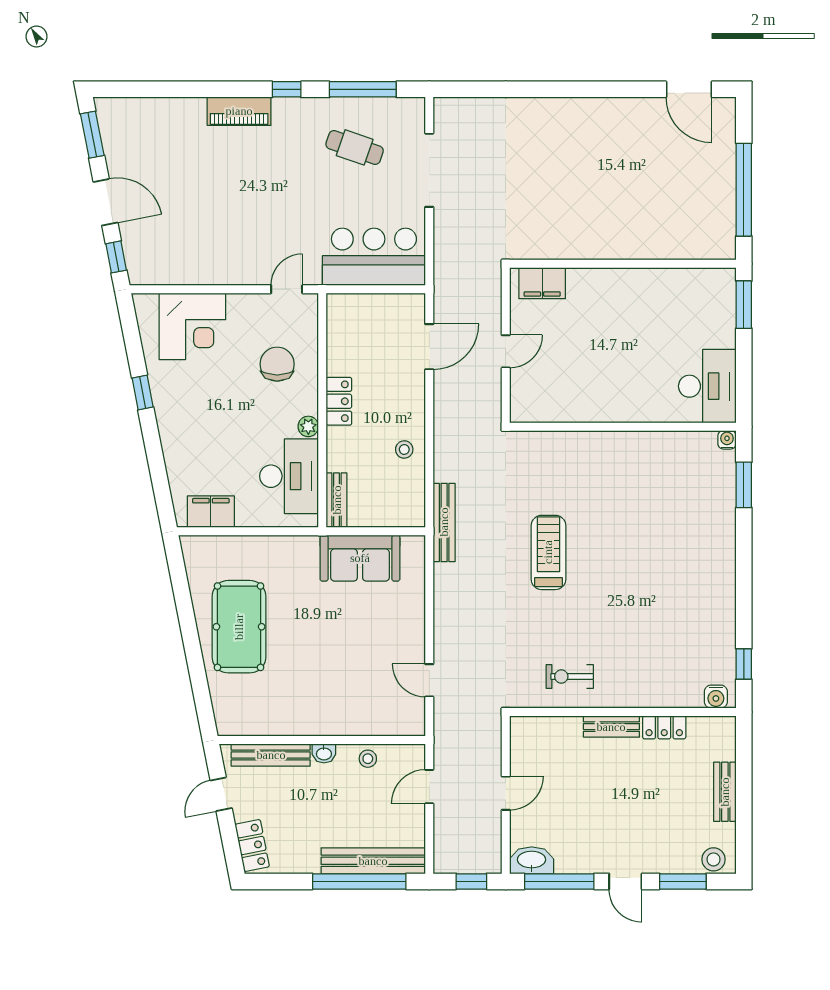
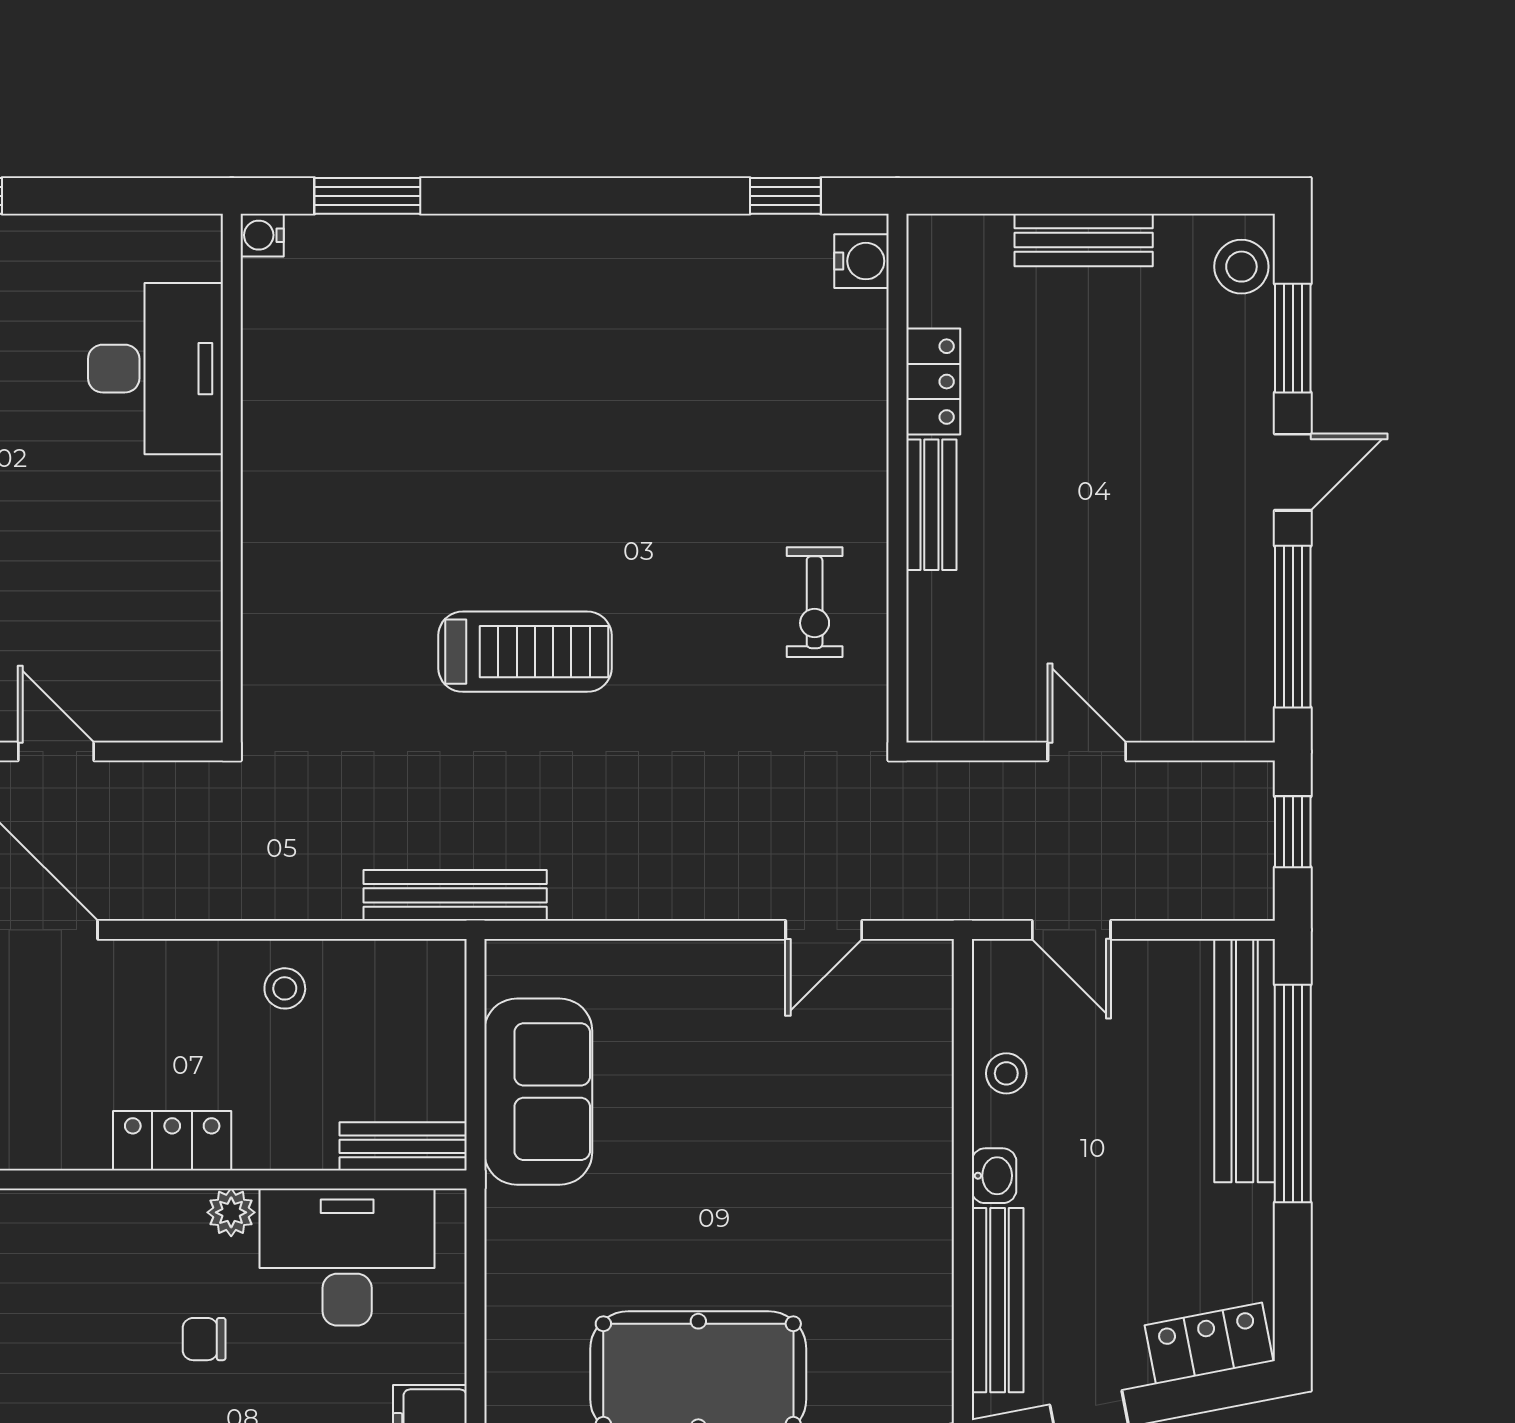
chair: (277, 364) -> (204, 1339), moved, width x0.54, depth x0.54
desk: (707, 386) -> (155, 369), moved, turned 90
treadmill: (548, 552) -> (525, 652), turned 180
washbasin: (532, 860) -> (1244, 691), removed

